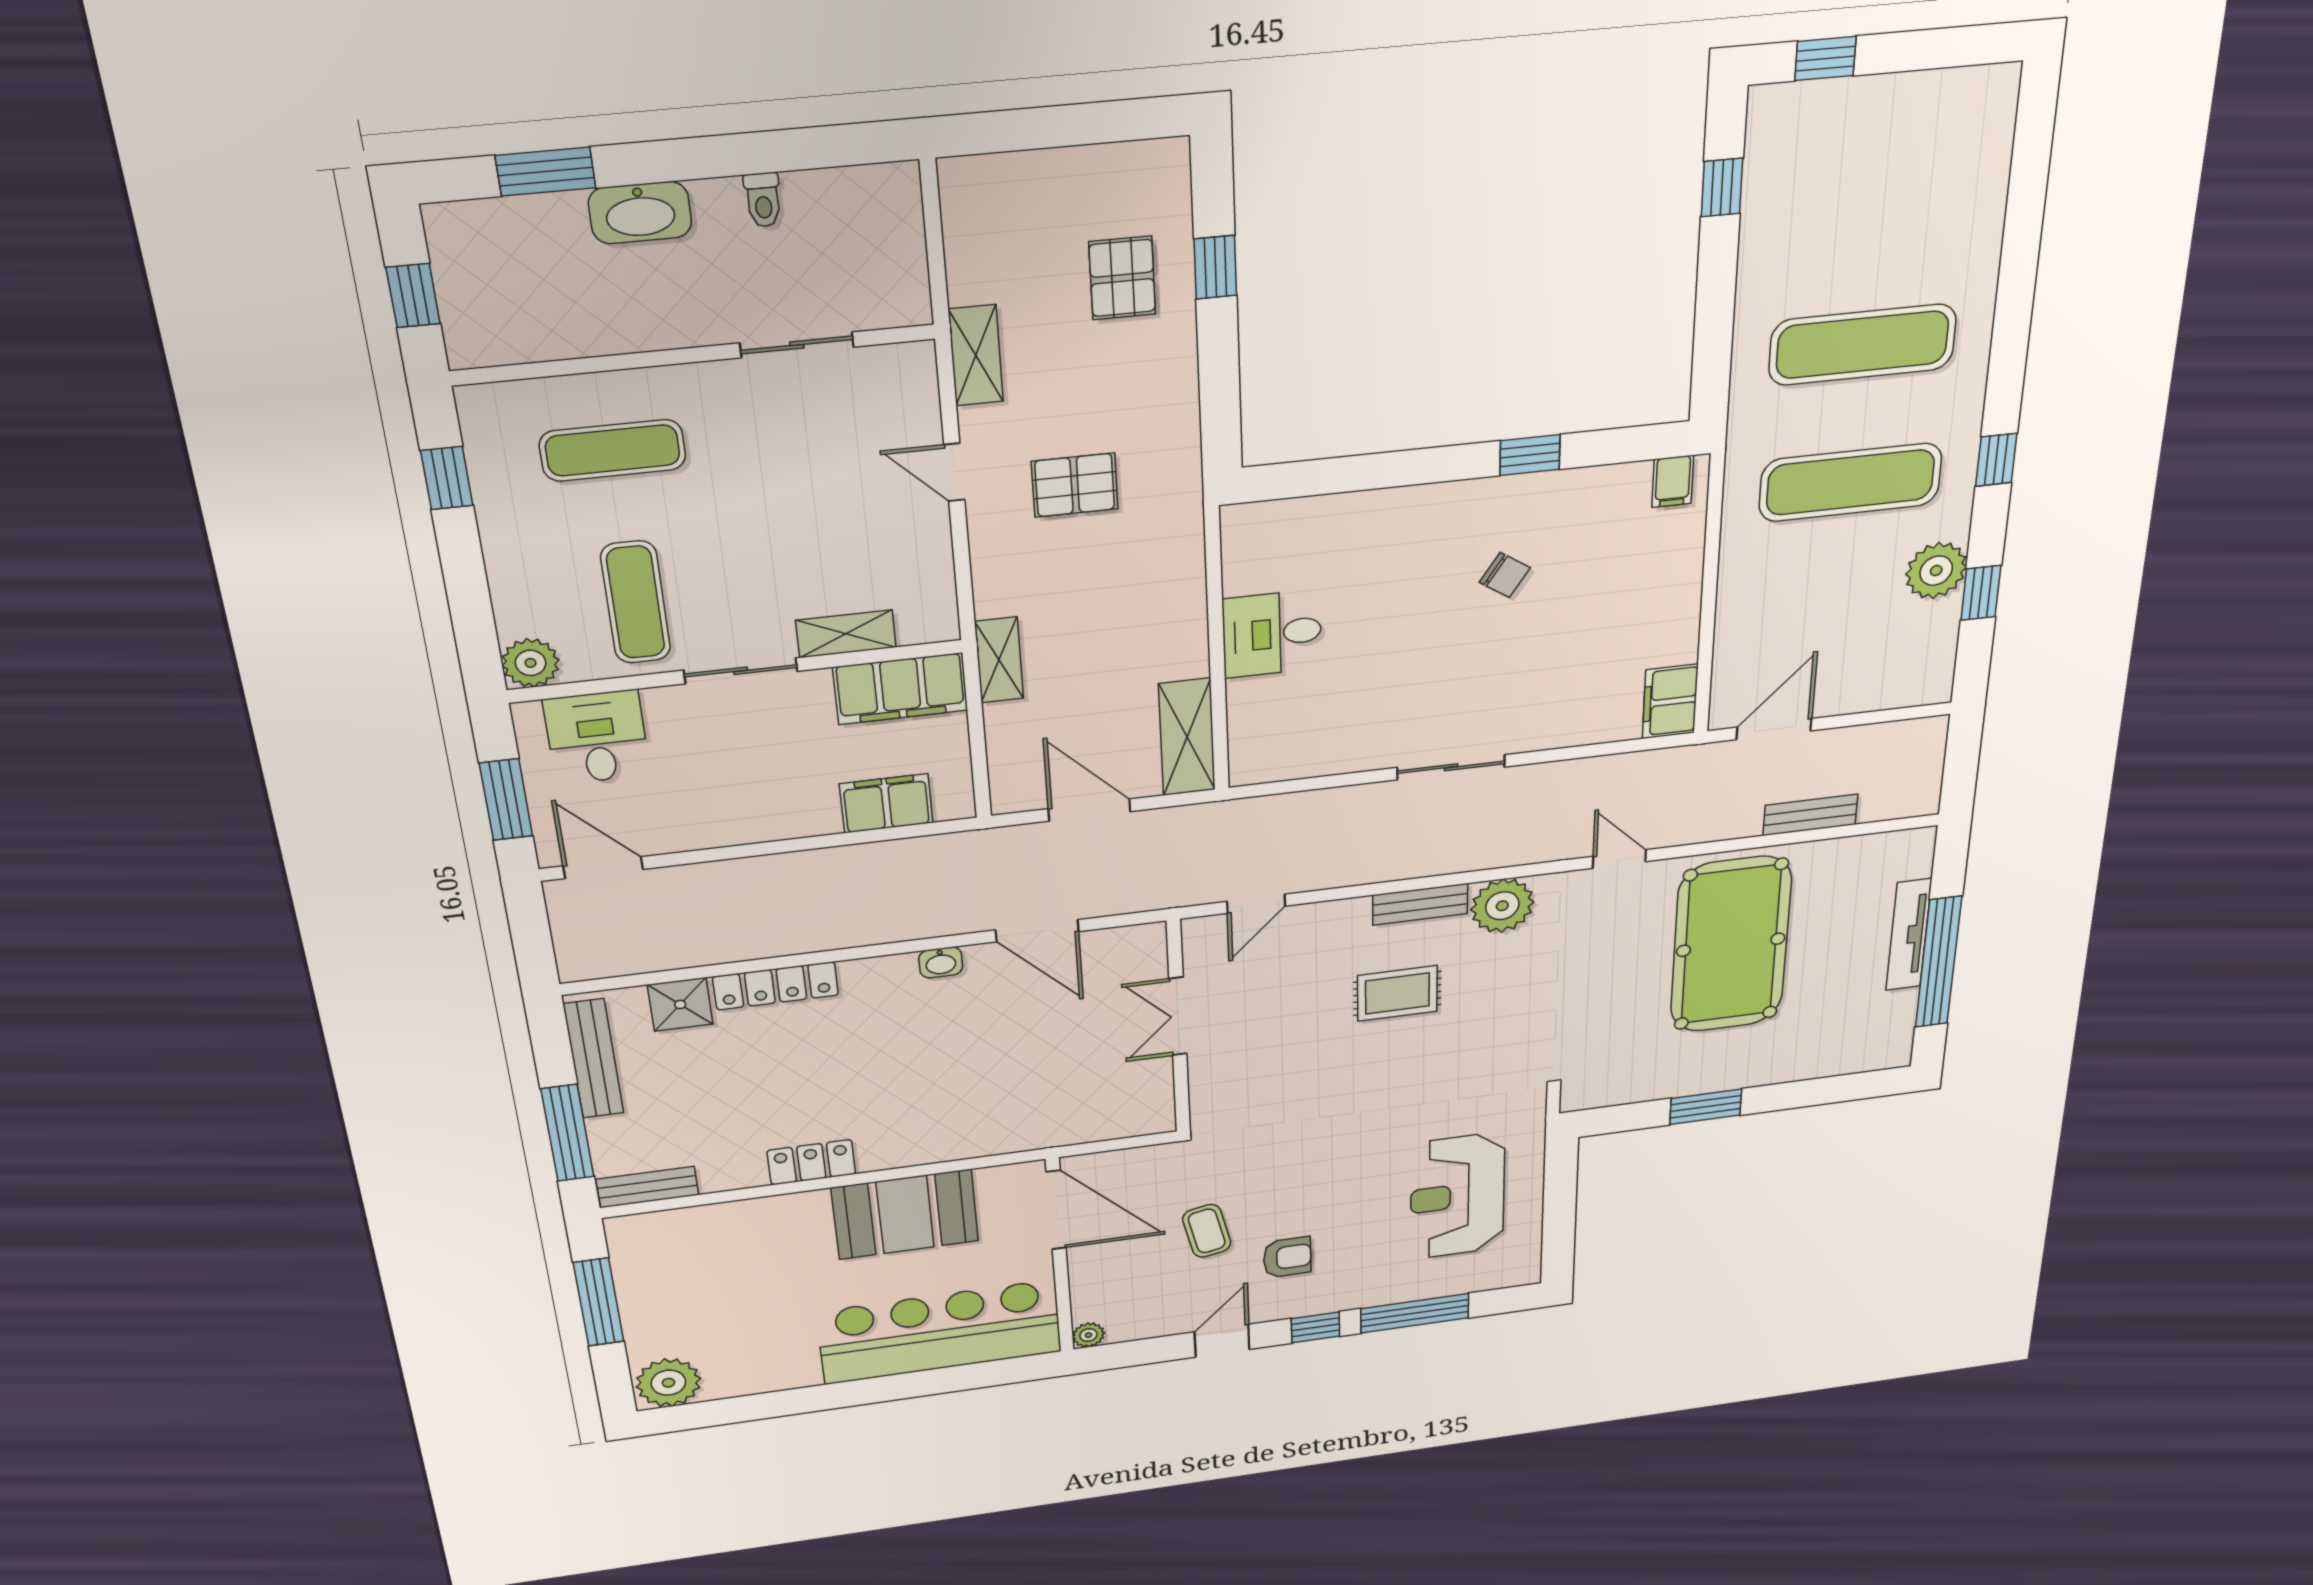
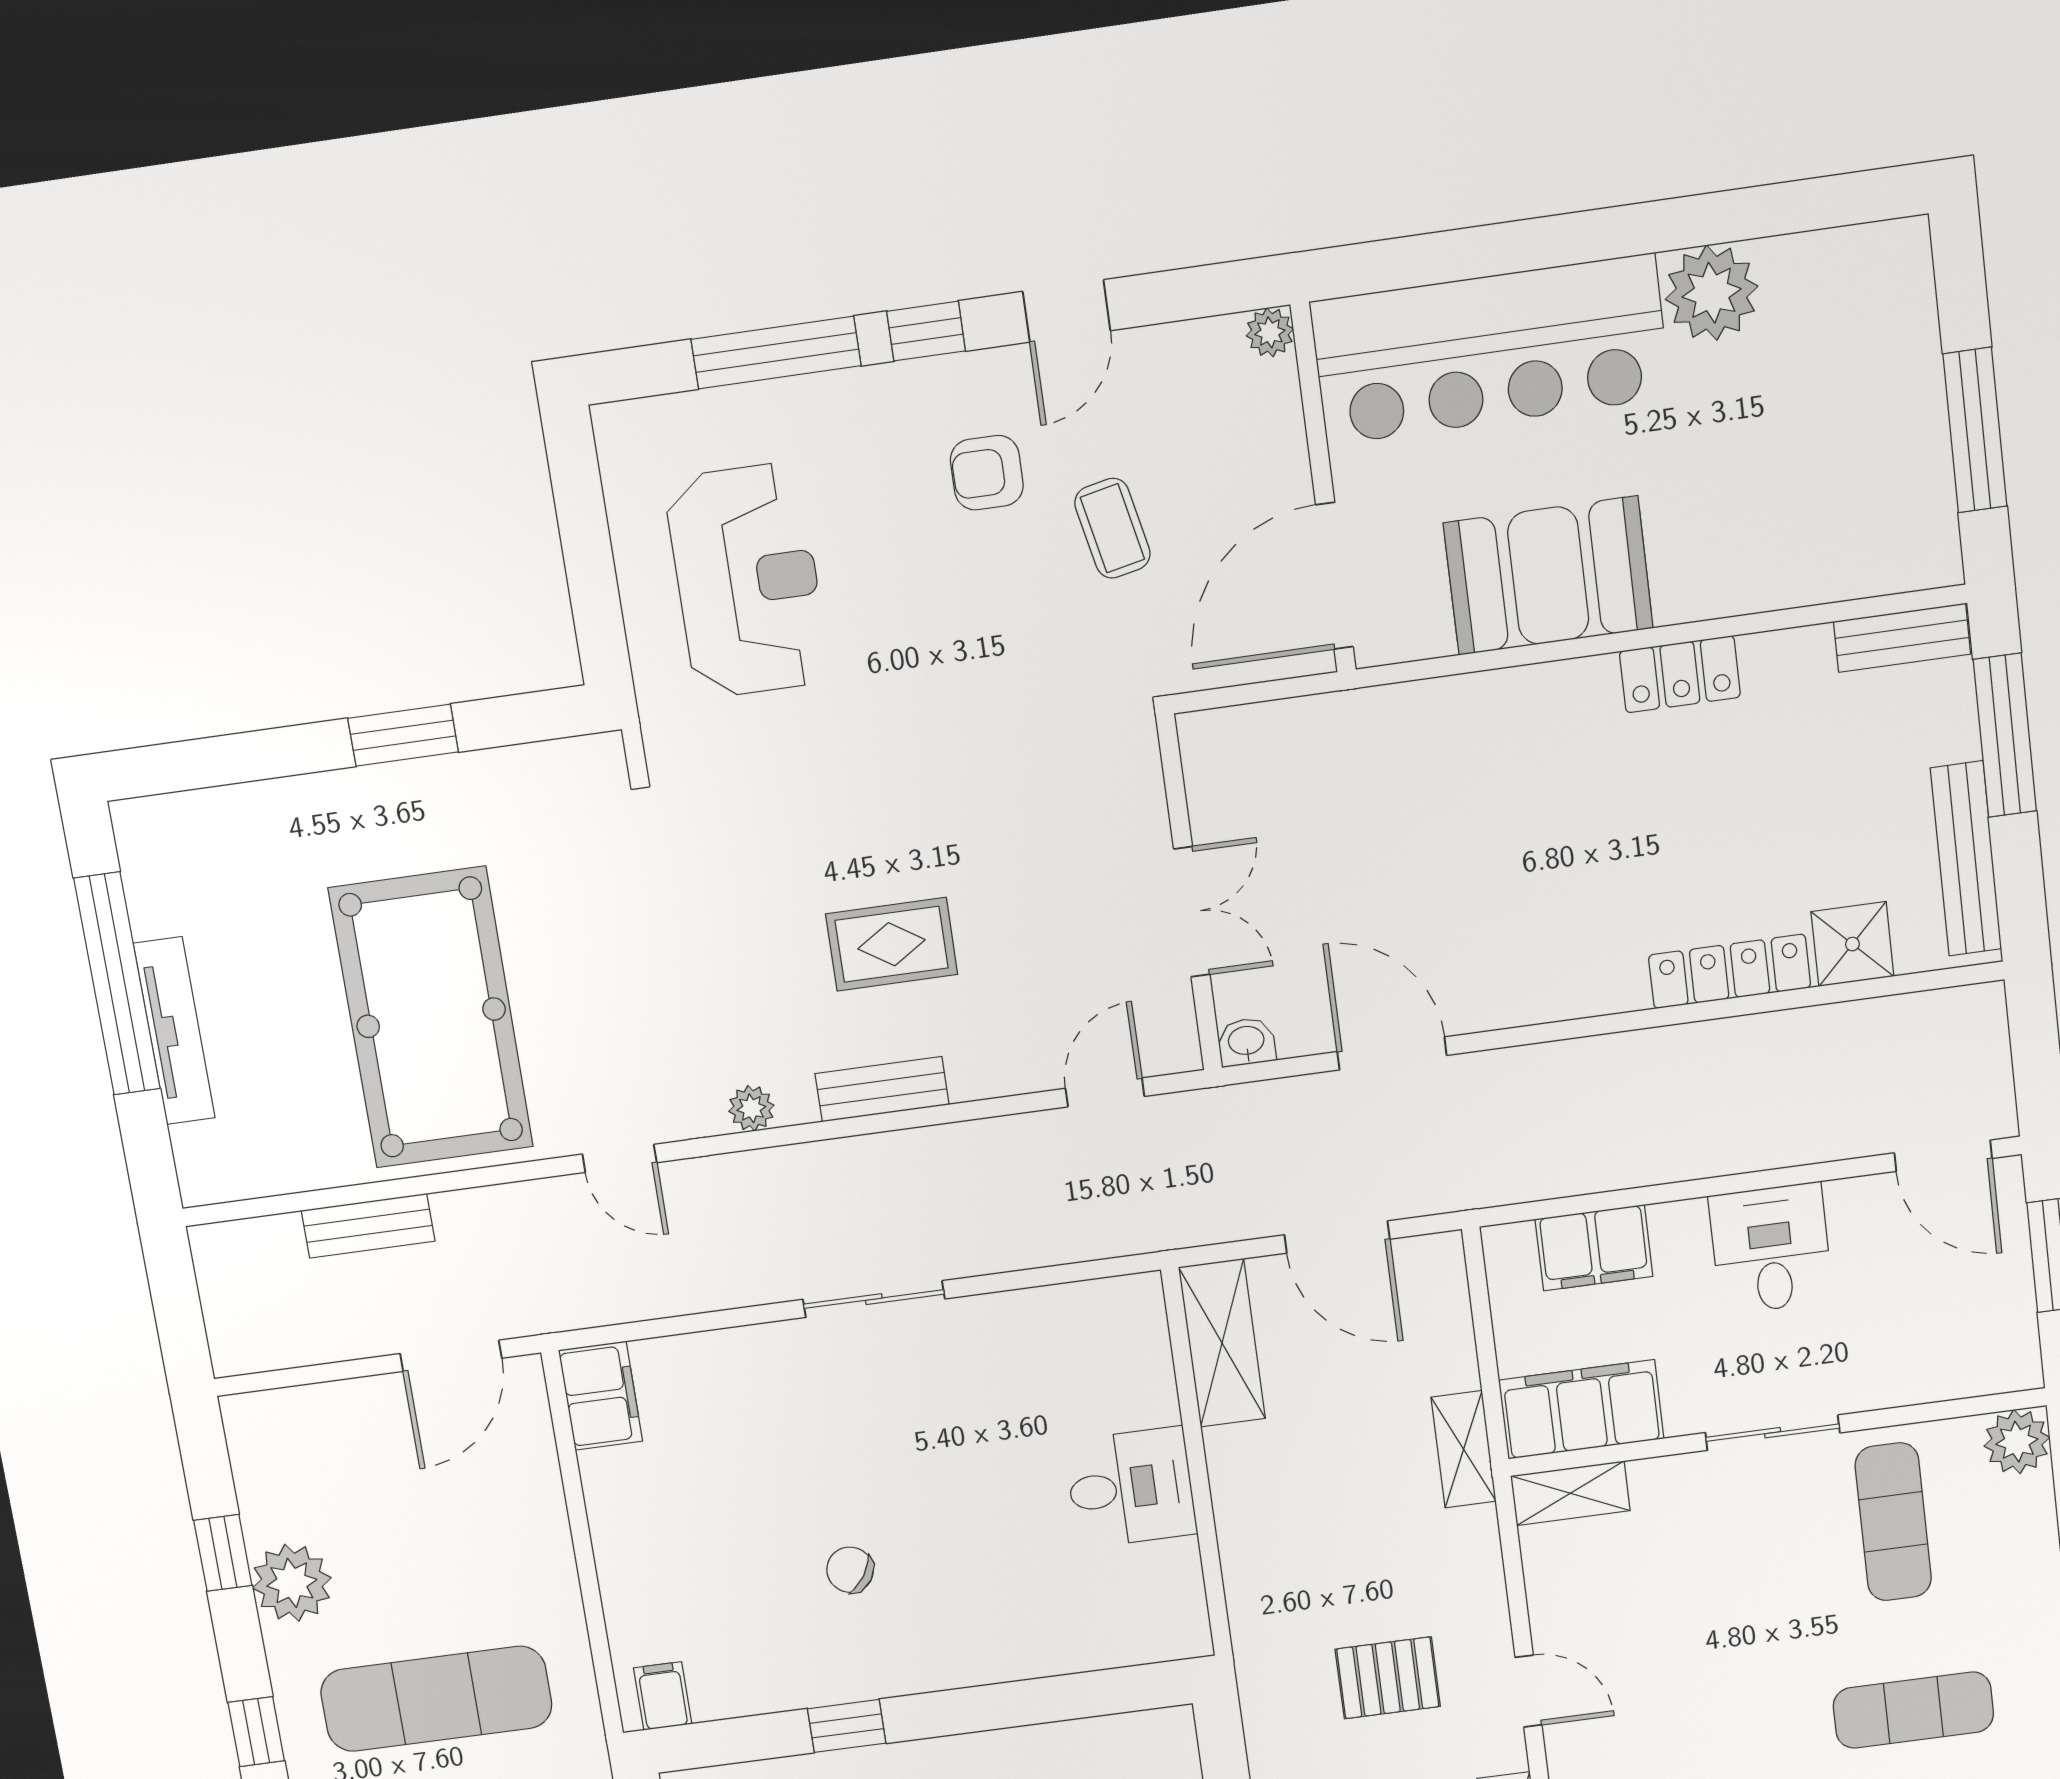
shelving: (846, 634) -> (1570, 1493), moved
desk: (597, 737) -> (1771, 1249), moved, turned 180
plant: (1502, 906) -> (751, 1108), width x0.53, depth x0.53
washbasin: (941, 963) -> (1246, 1042), moved
door: (1056, 1210) -> (1334, 576), hinge flipped
plant: (668, 1383) -> (1712, 293), moved

